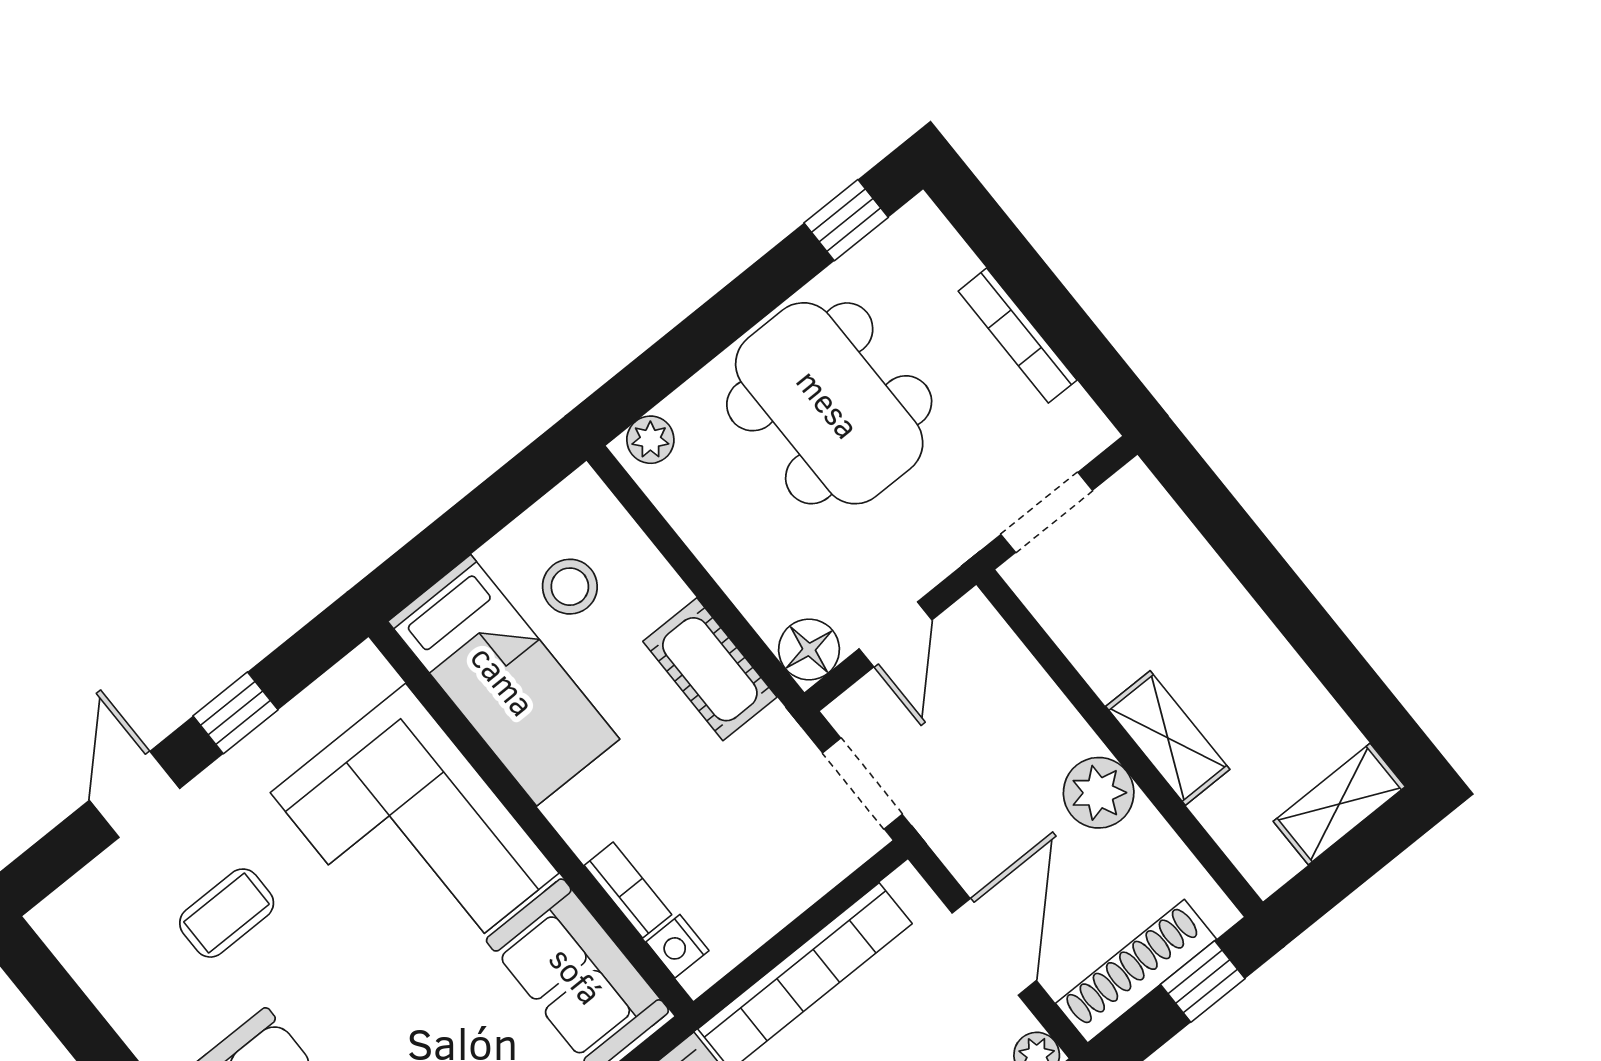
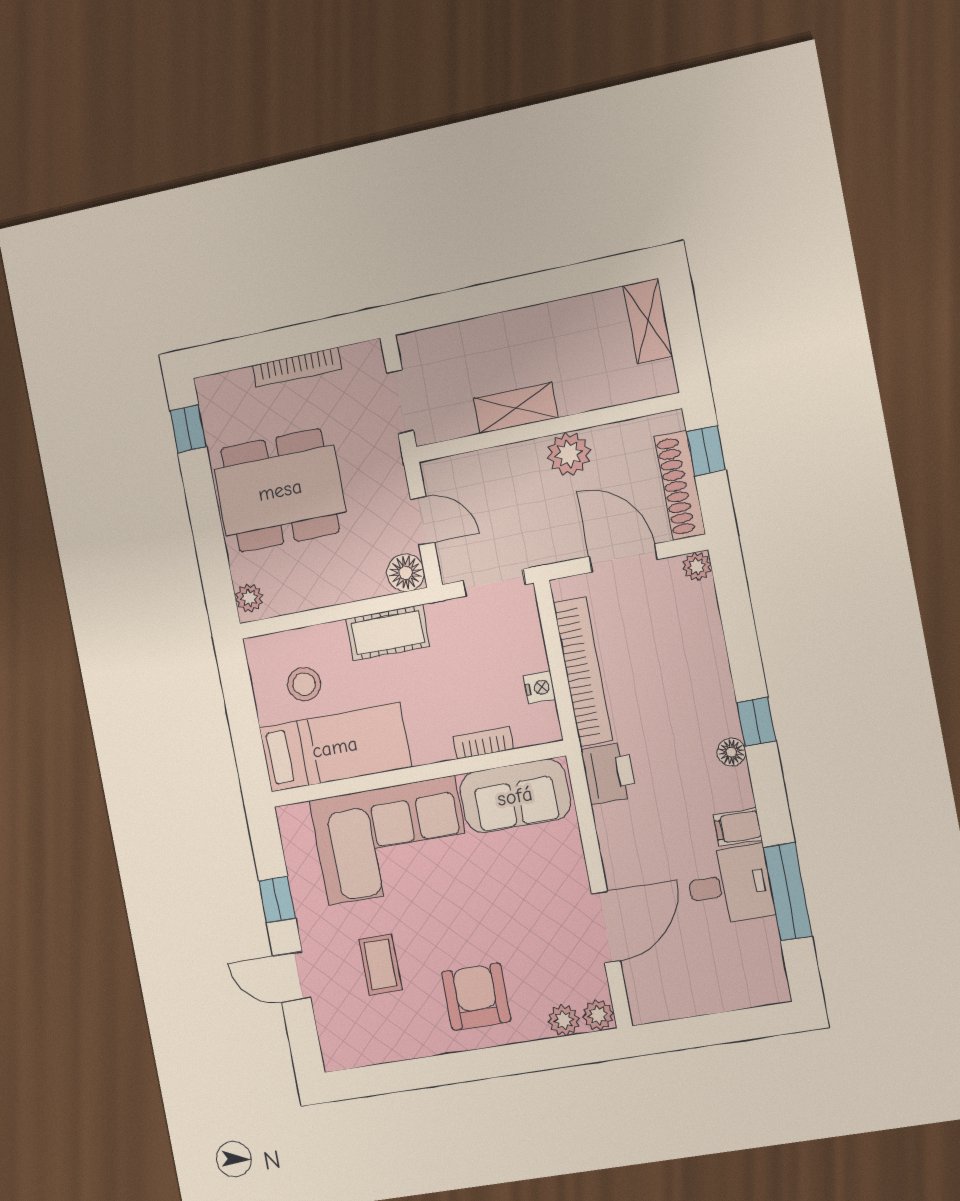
shelving: (1168, 738) -> (516, 408), moved
nightstand: (677, 946) -> (540, 688), moved, turned -90

